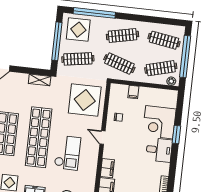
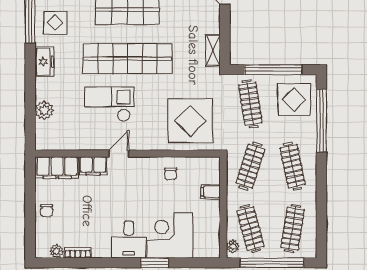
door: (103, 138) -> (119, 154), moved
checkout: (67, 153) -> (109, 104), turned 180

